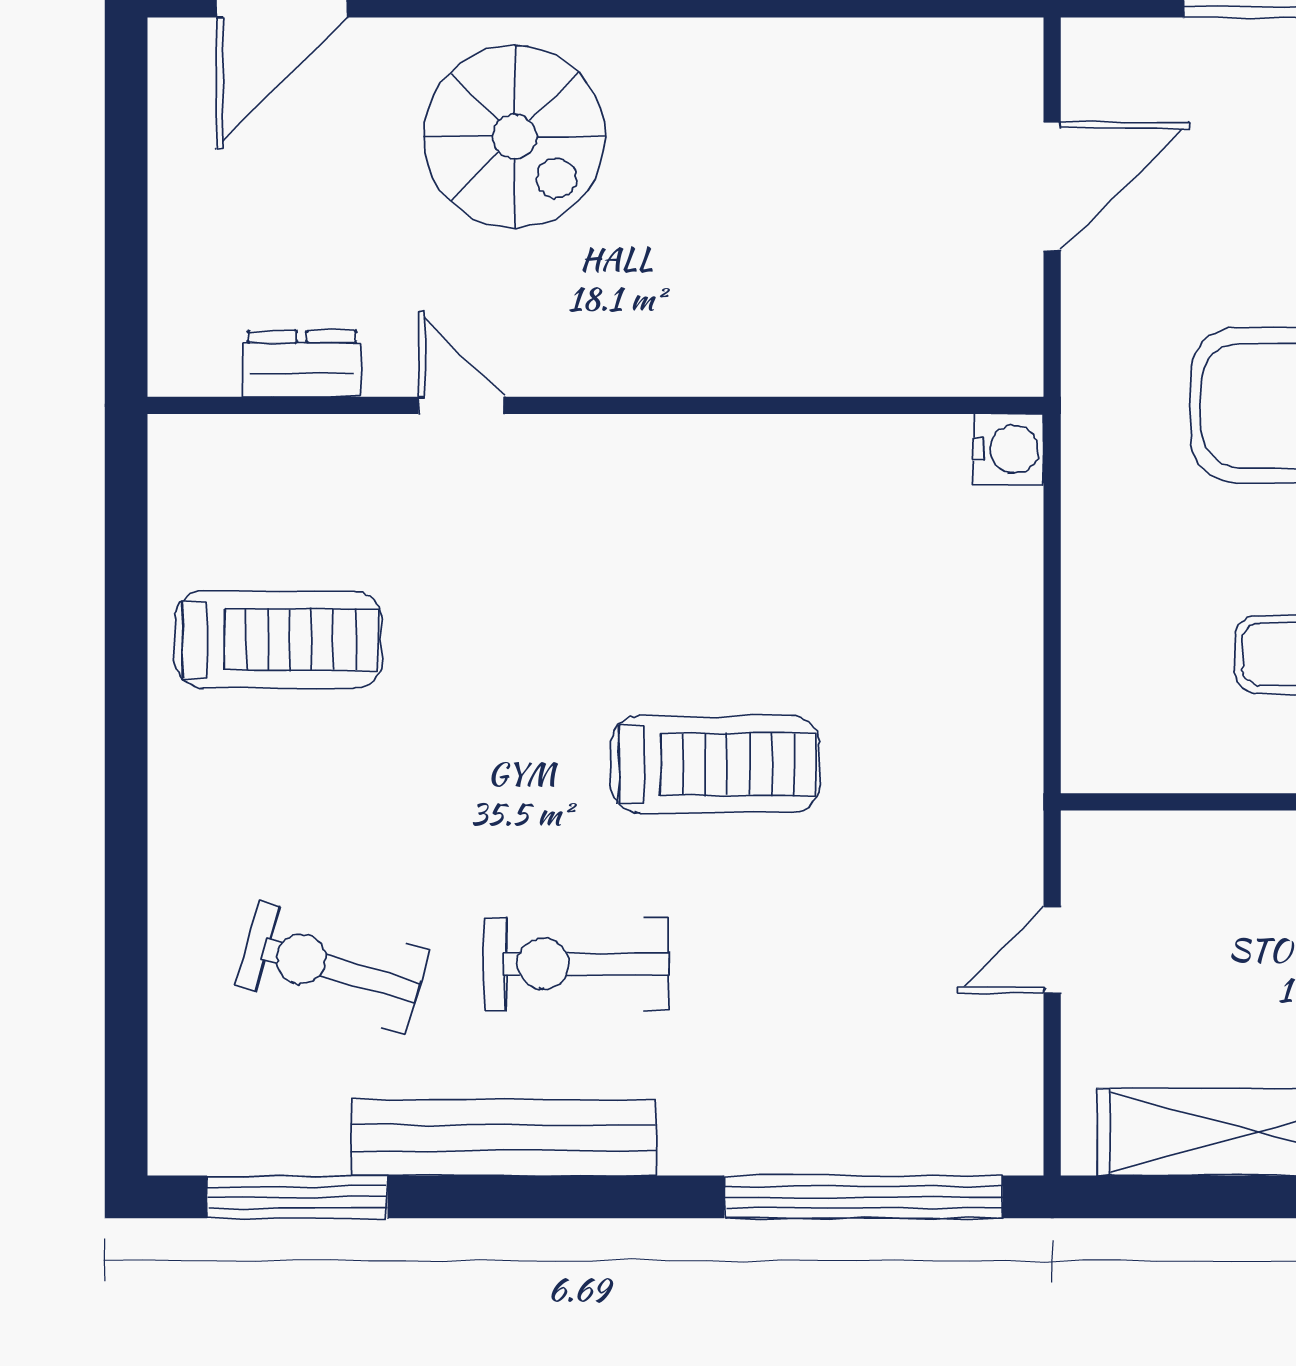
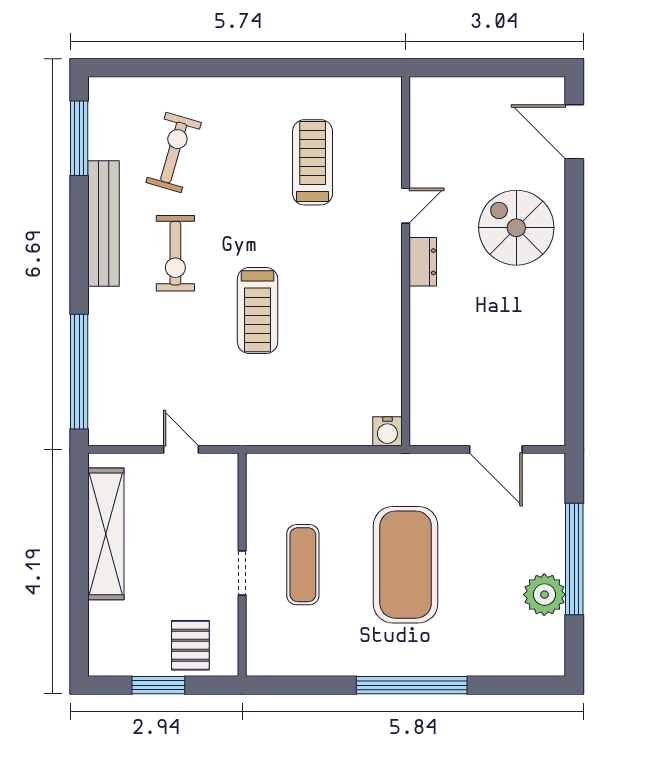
spiral stairs: (514, 137) -> (516, 228), turned 90
dresser: (302, 364) -> (423, 262), moved
treadmill: (278, 640) -> (313, 162), moved, turned 180
exercise bike: (576, 964) -> (175, 253), turned 180

